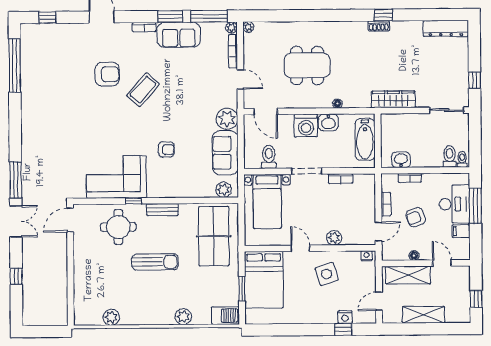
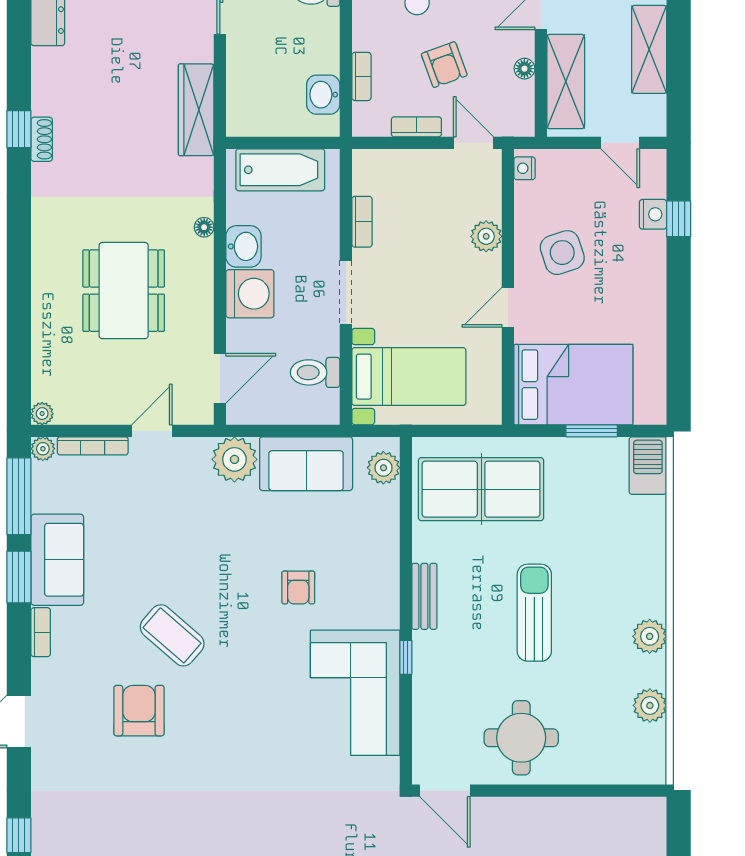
armchair: (166, 150) -> (298, 588), turned 180
round table: (118, 227) -> (521, 738), moved
plant: (183, 317) -> (650, 636), moved

